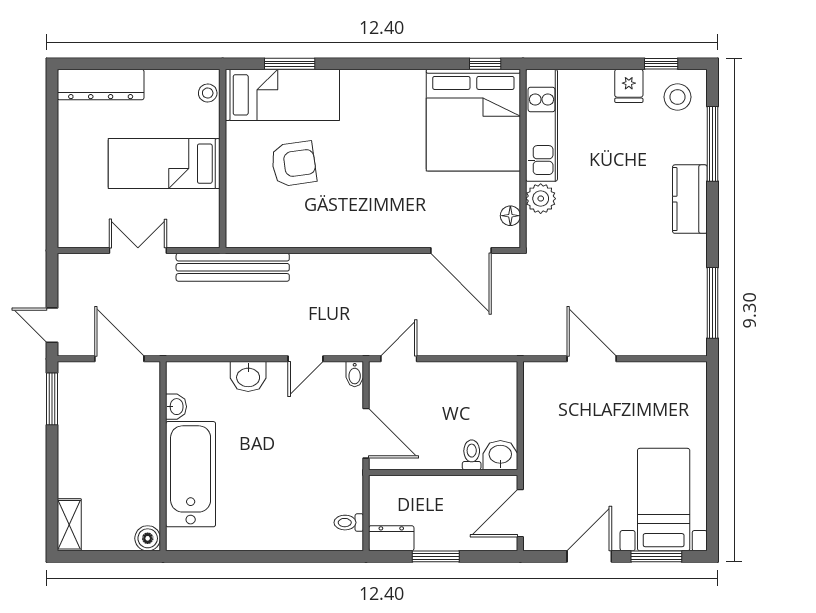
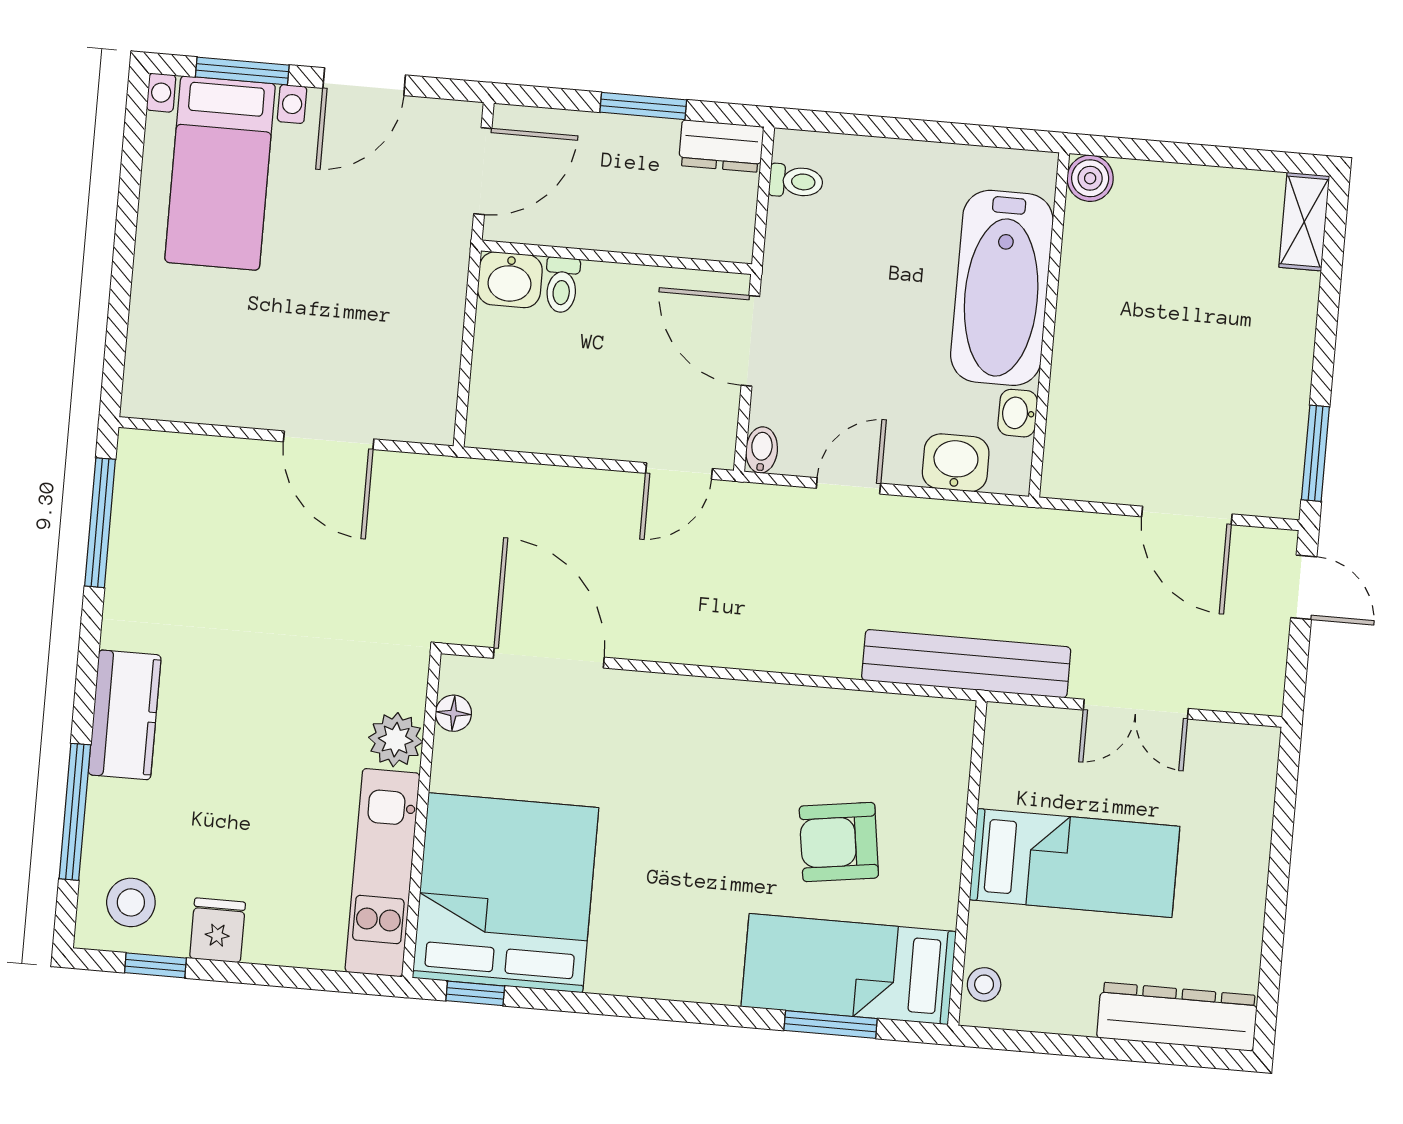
washbasin: (176, 407) -> (1018, 413), moved
wall: (163, 456) -> (1049, 325), moved
bathtub: (191, 474) -> (1002, 288), moved
boiler: (148, 538) -> (1090, 178), moved

